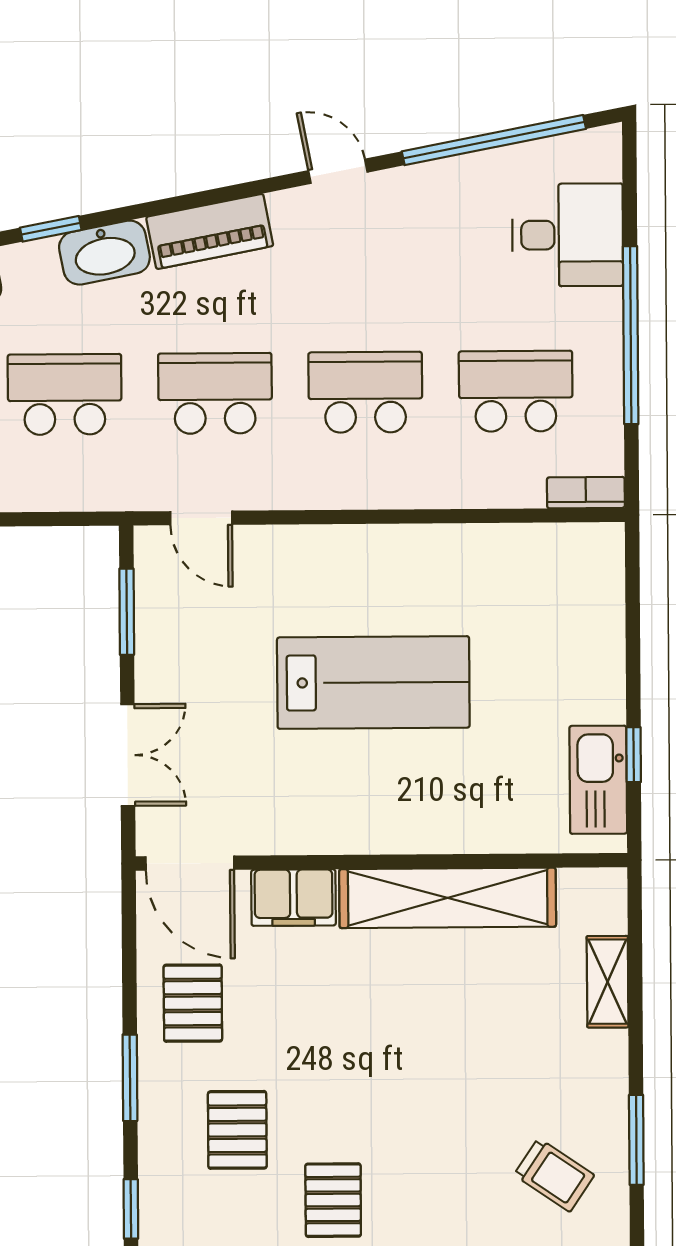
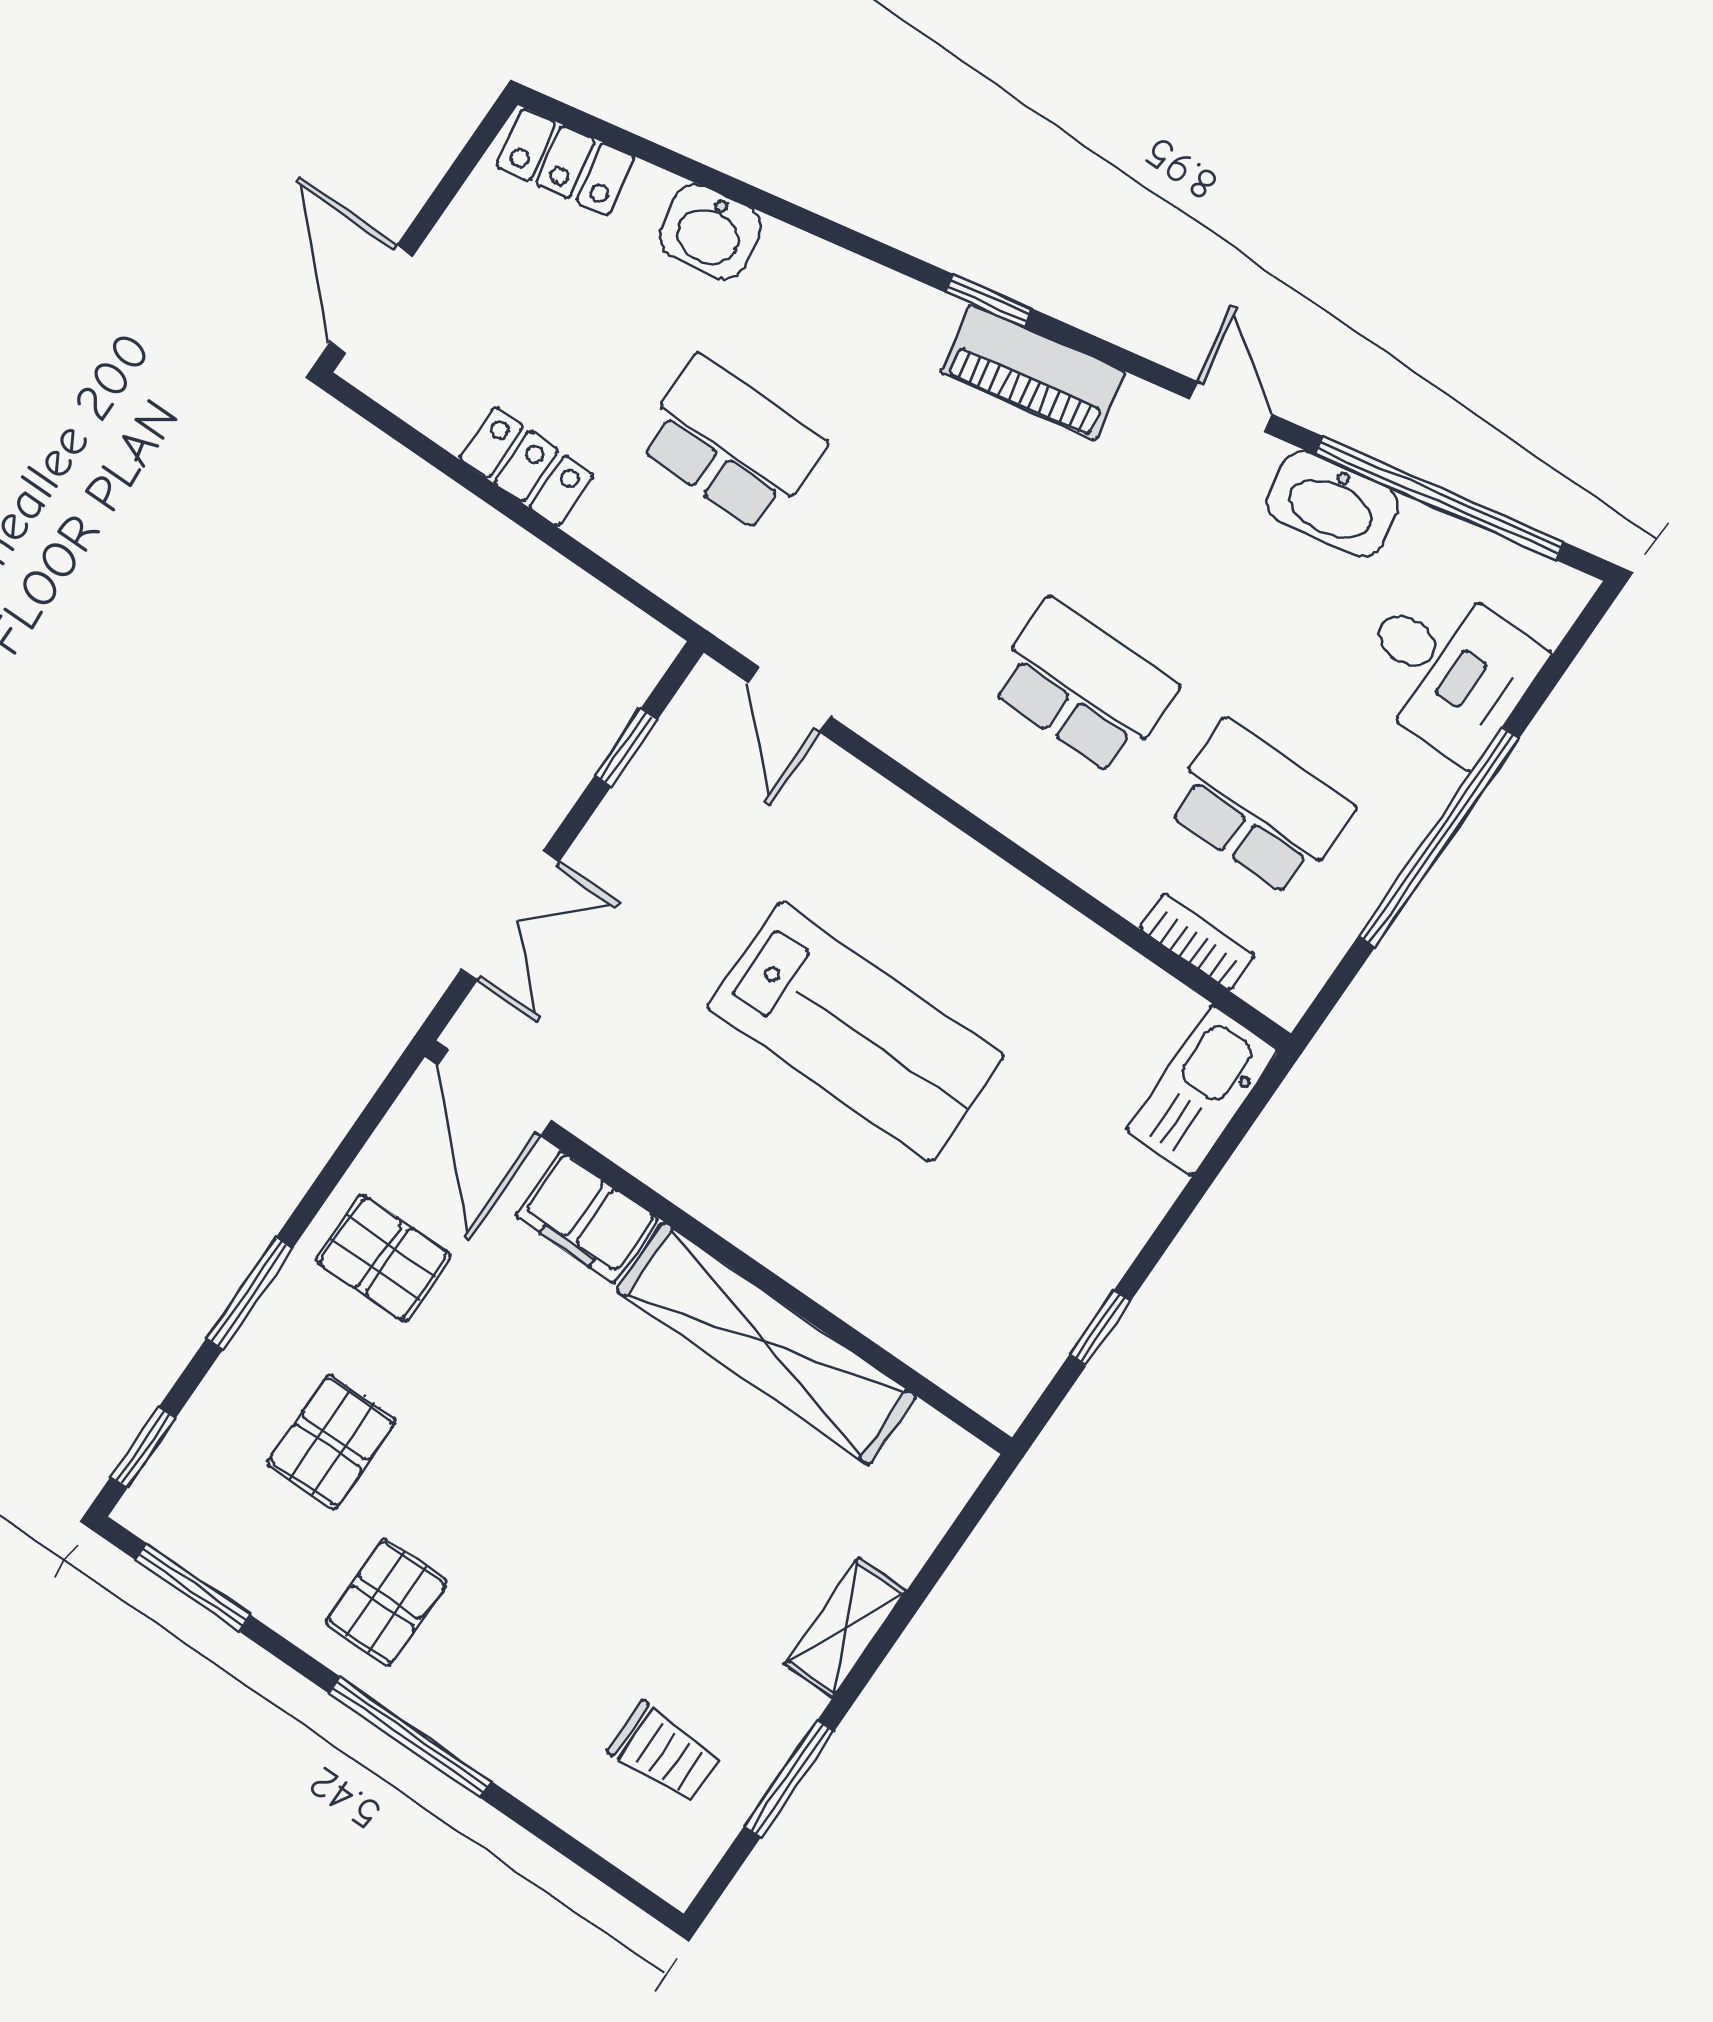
window: (51, 229) -> (989, 301), moved
washbasin: (104, 253) -> (1332, 504), moved
school desk: (215, 393) -> (907, 565), removed
bookcase: (586, 493) -> (1197, 942), moved
window: (127, 612) -> (626, 748), width x0.67
kitchen sink: (598, 780) -> (1203, 1090), moved
shelving: (608, 982) -> (846, 1628), moved
pallet: (193, 1003) -> (383, 1258), turned 90
trolley: (554, 1175) -> (664, 1753), turned -34

